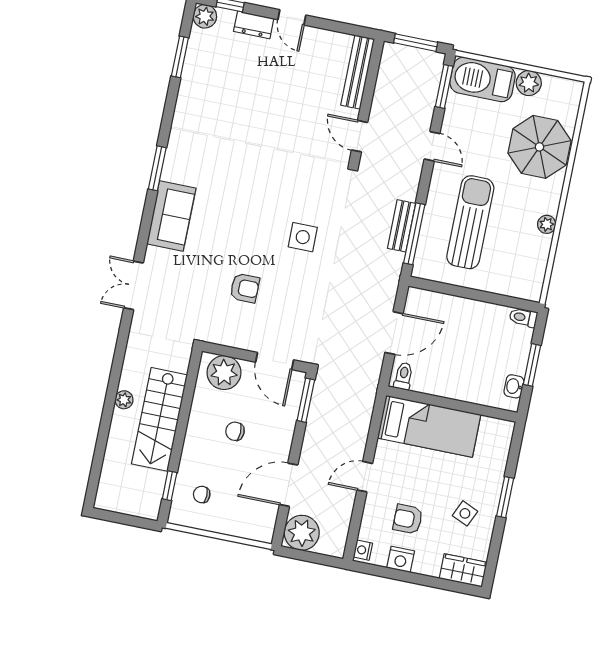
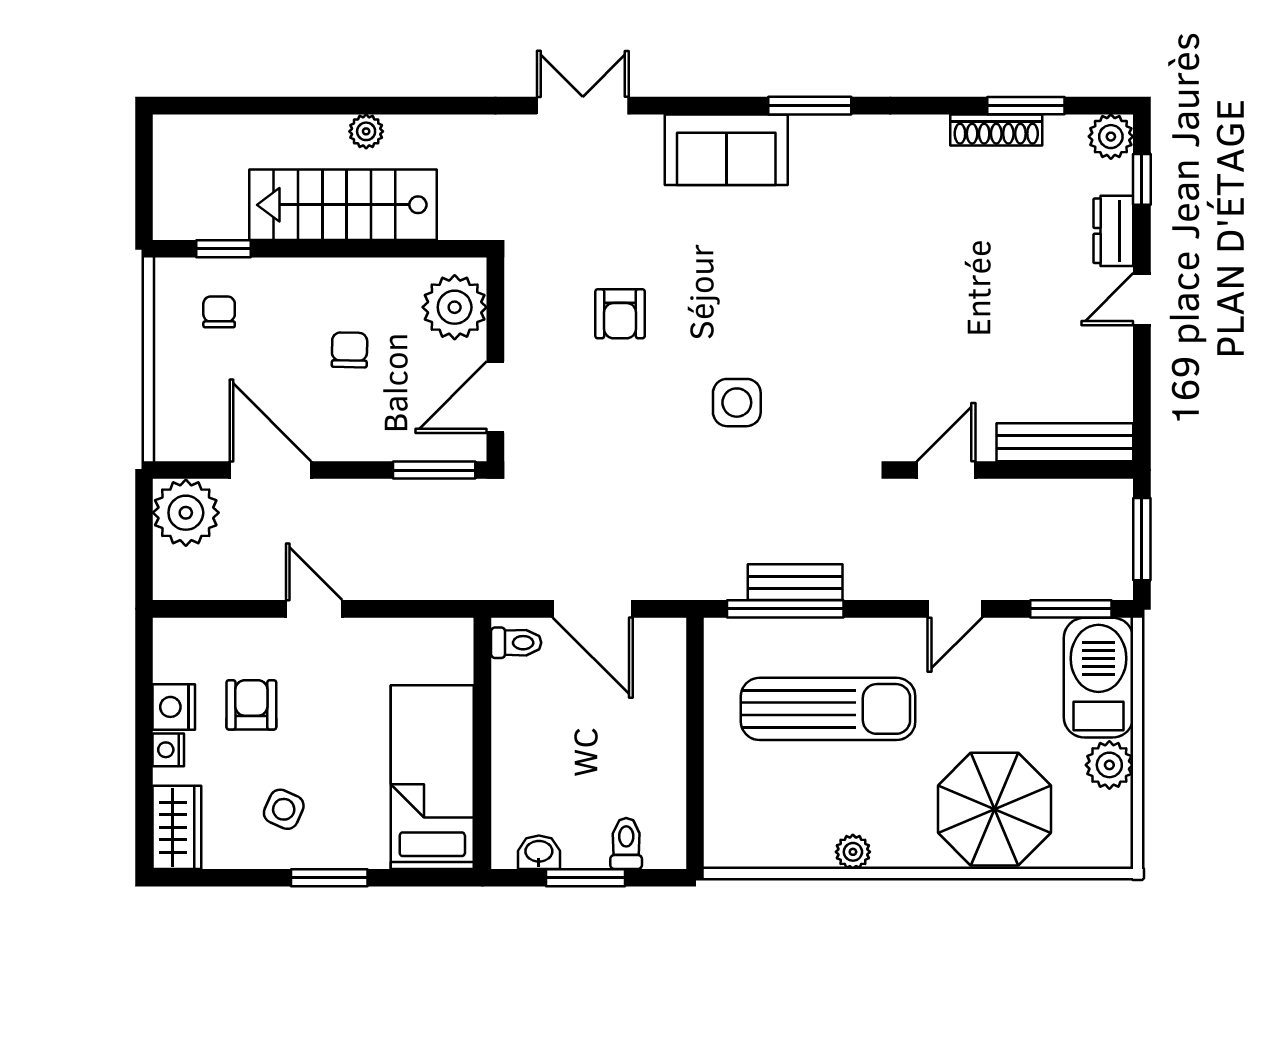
shoe rack: (189, 75) -> (996, 130), added
toilet: (523, 317) -> (626, 844), moved
bed: (429, 426) -> (432, 777), moved, turned 180
nightstand: (363, 550) -> (168, 750), moved, turned -90

